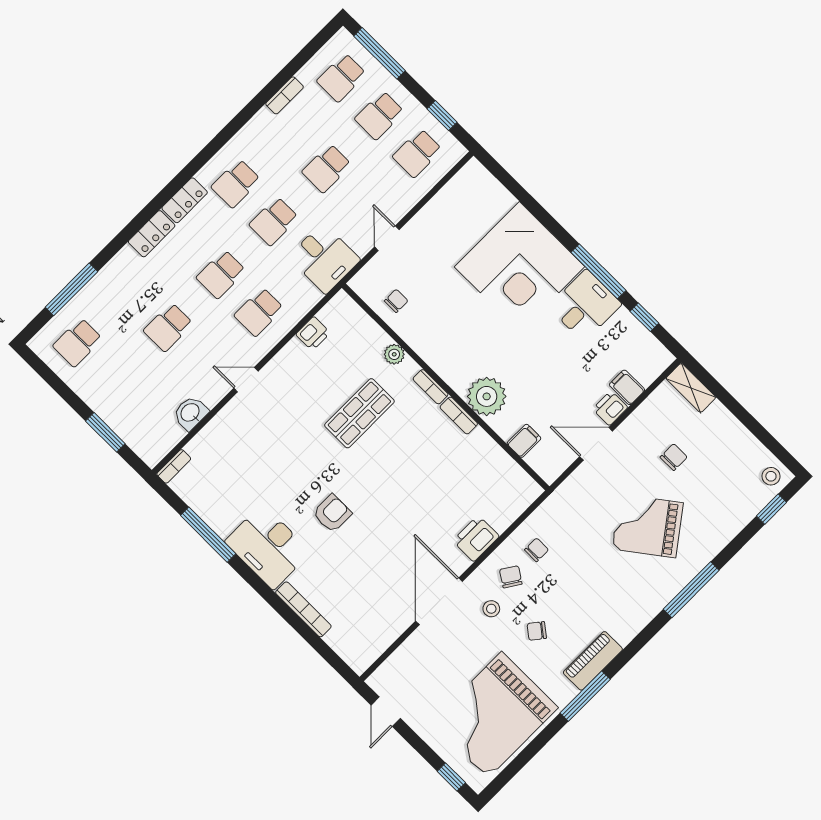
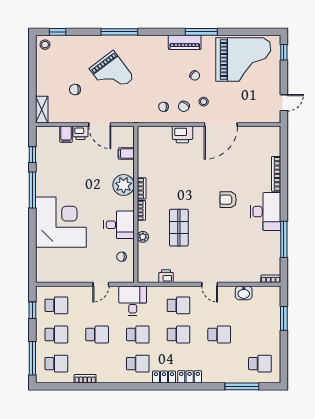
desk: (585, 306) -> (119, 225), moved, turned 180
shop shelf: (359, 413) -> (179, 228), turned 90

